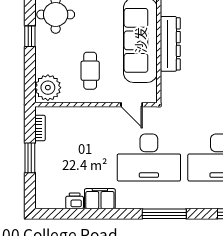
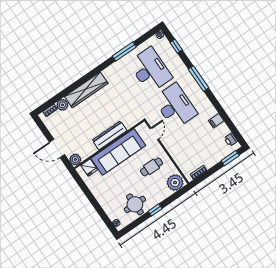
window: (30, 158) -> (230, 158), moved
filing cabinet: (100, 199) -> (216, 121), width x0.50
printer: (75, 201) -> (231, 140), moved

